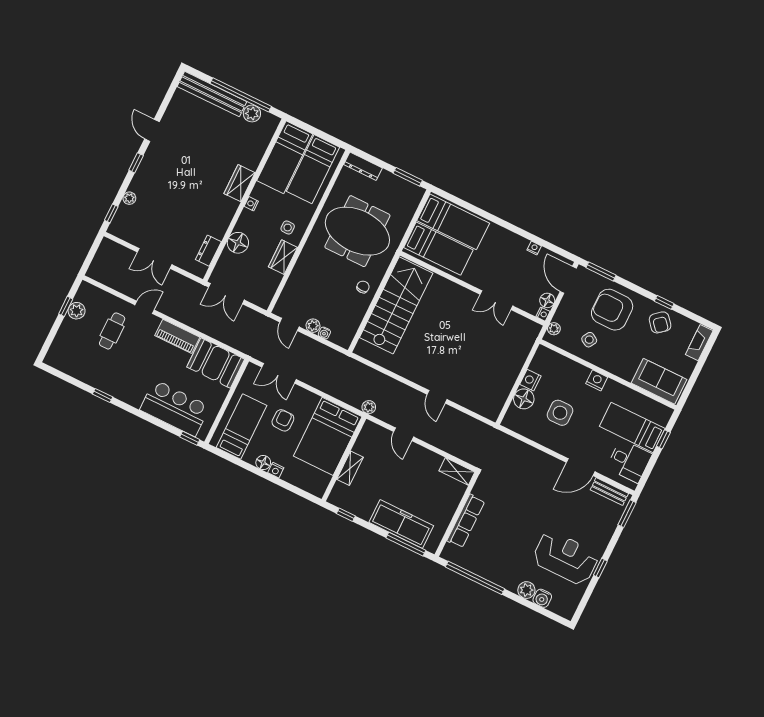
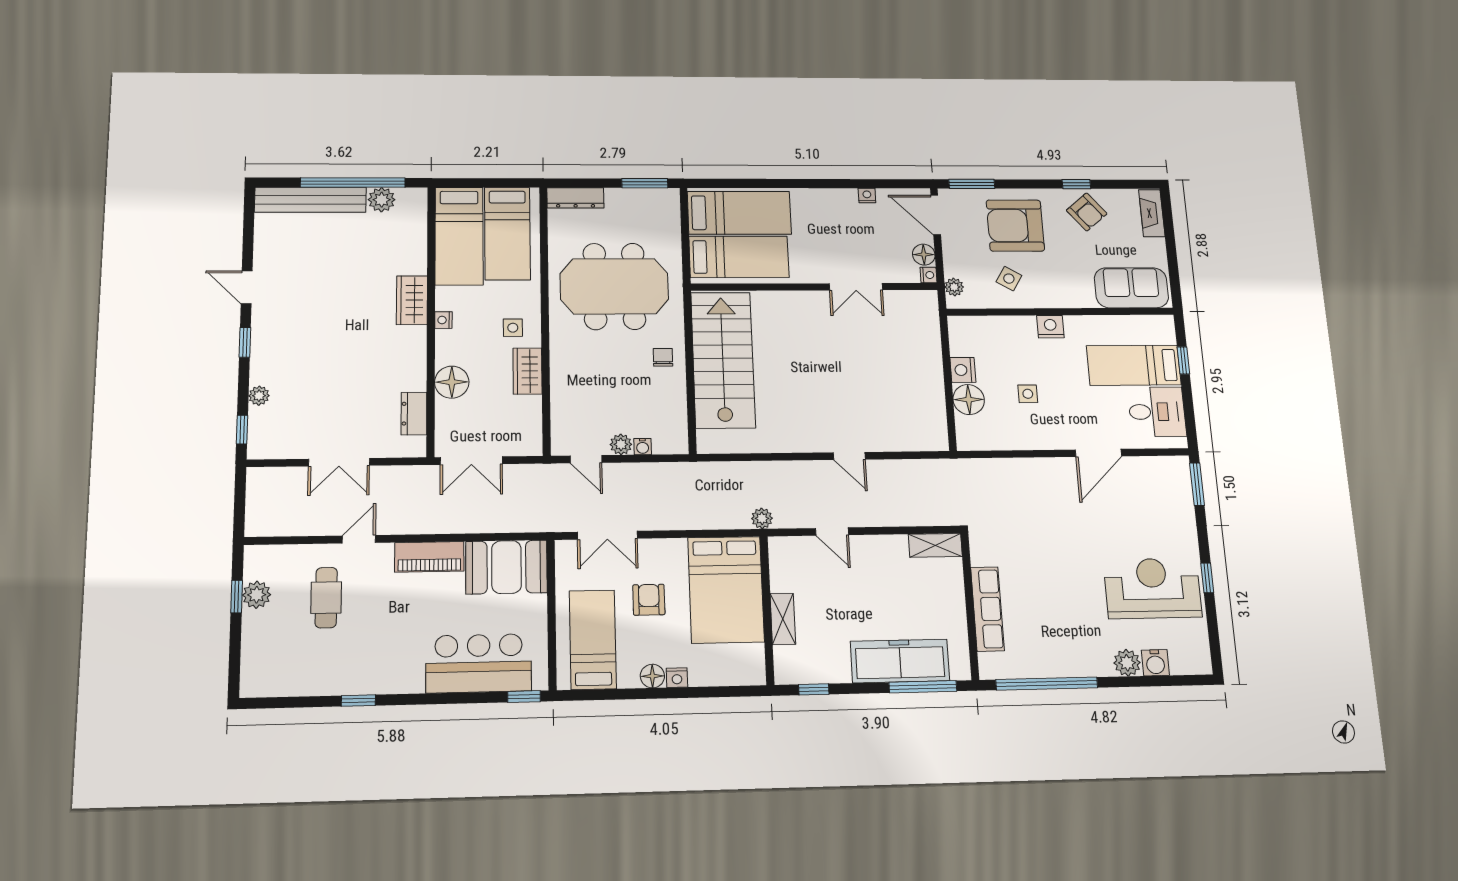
side table: (560, 413) -> (1028, 394), width x0.54, depth x0.54
bench: (609, 492) -> (1156, 466), removed

